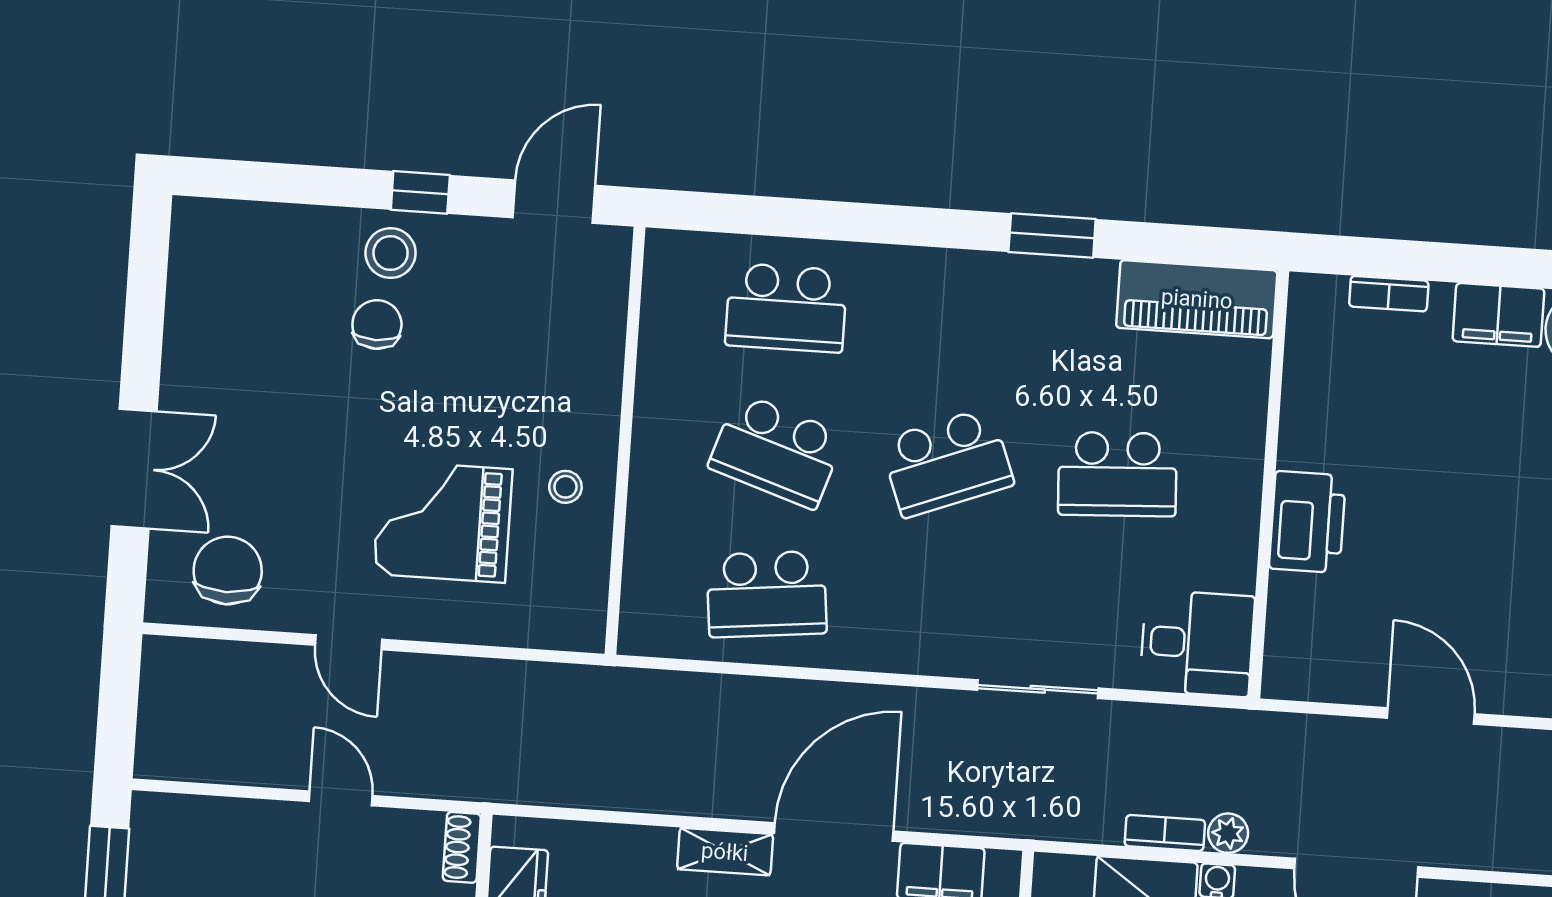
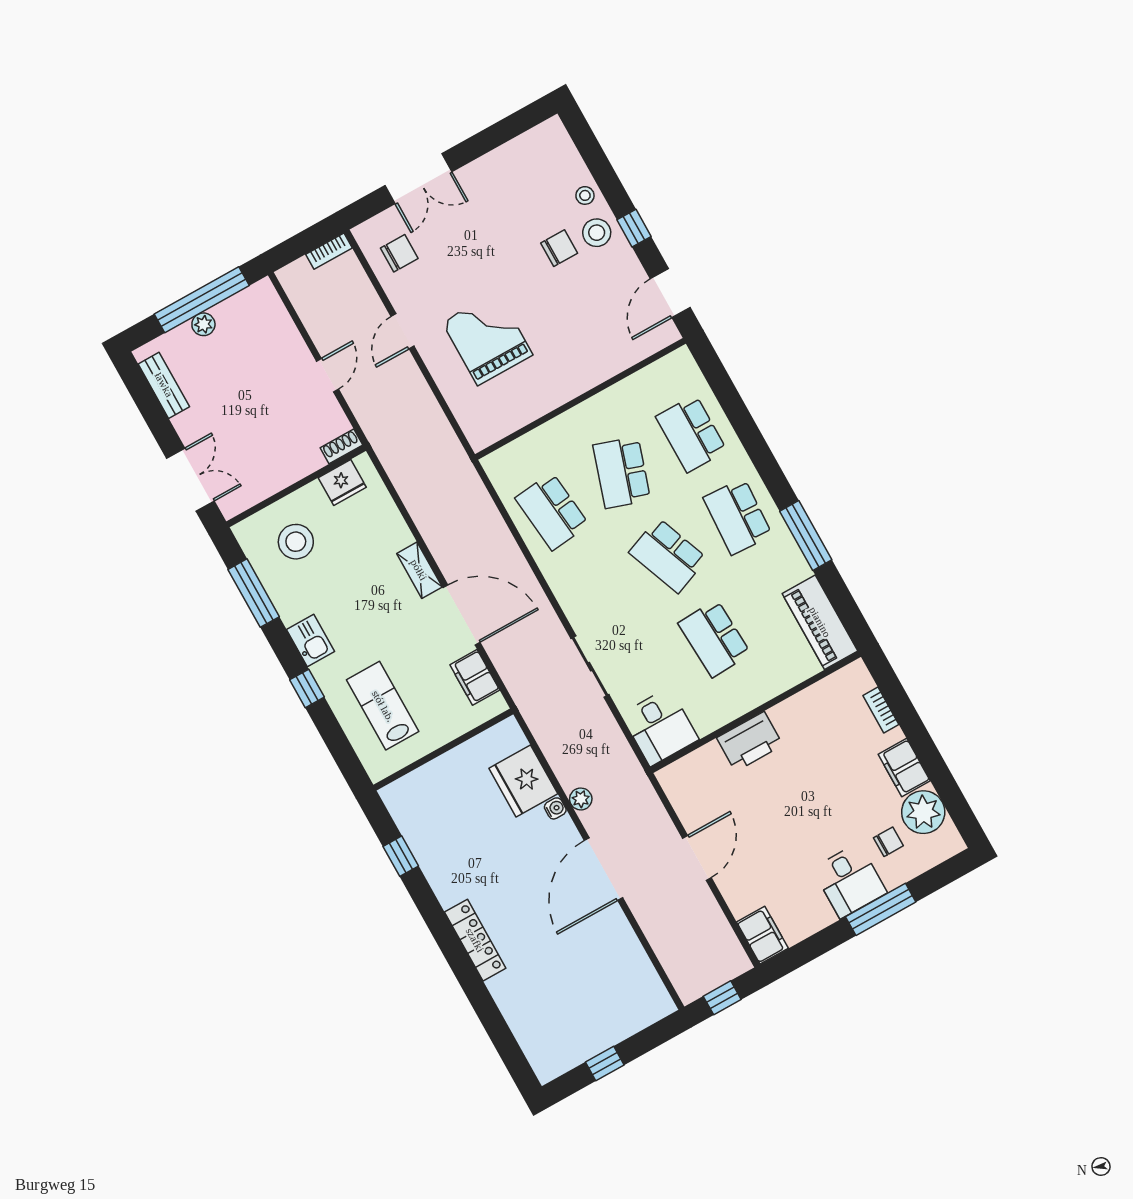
door: (554, 202) -> (670, 293), swing flipped
window: (1052, 235) -> (806, 535), width x1.44
school desk: (957, 319) -> (738, 517), added
stool: (565, 487) -> (585, 195), moved
chair: (228, 571) -> (399, 253), width x0.73, depth x0.73
bookcase: (1165, 833) -> (329, 251), moved, turned 90

